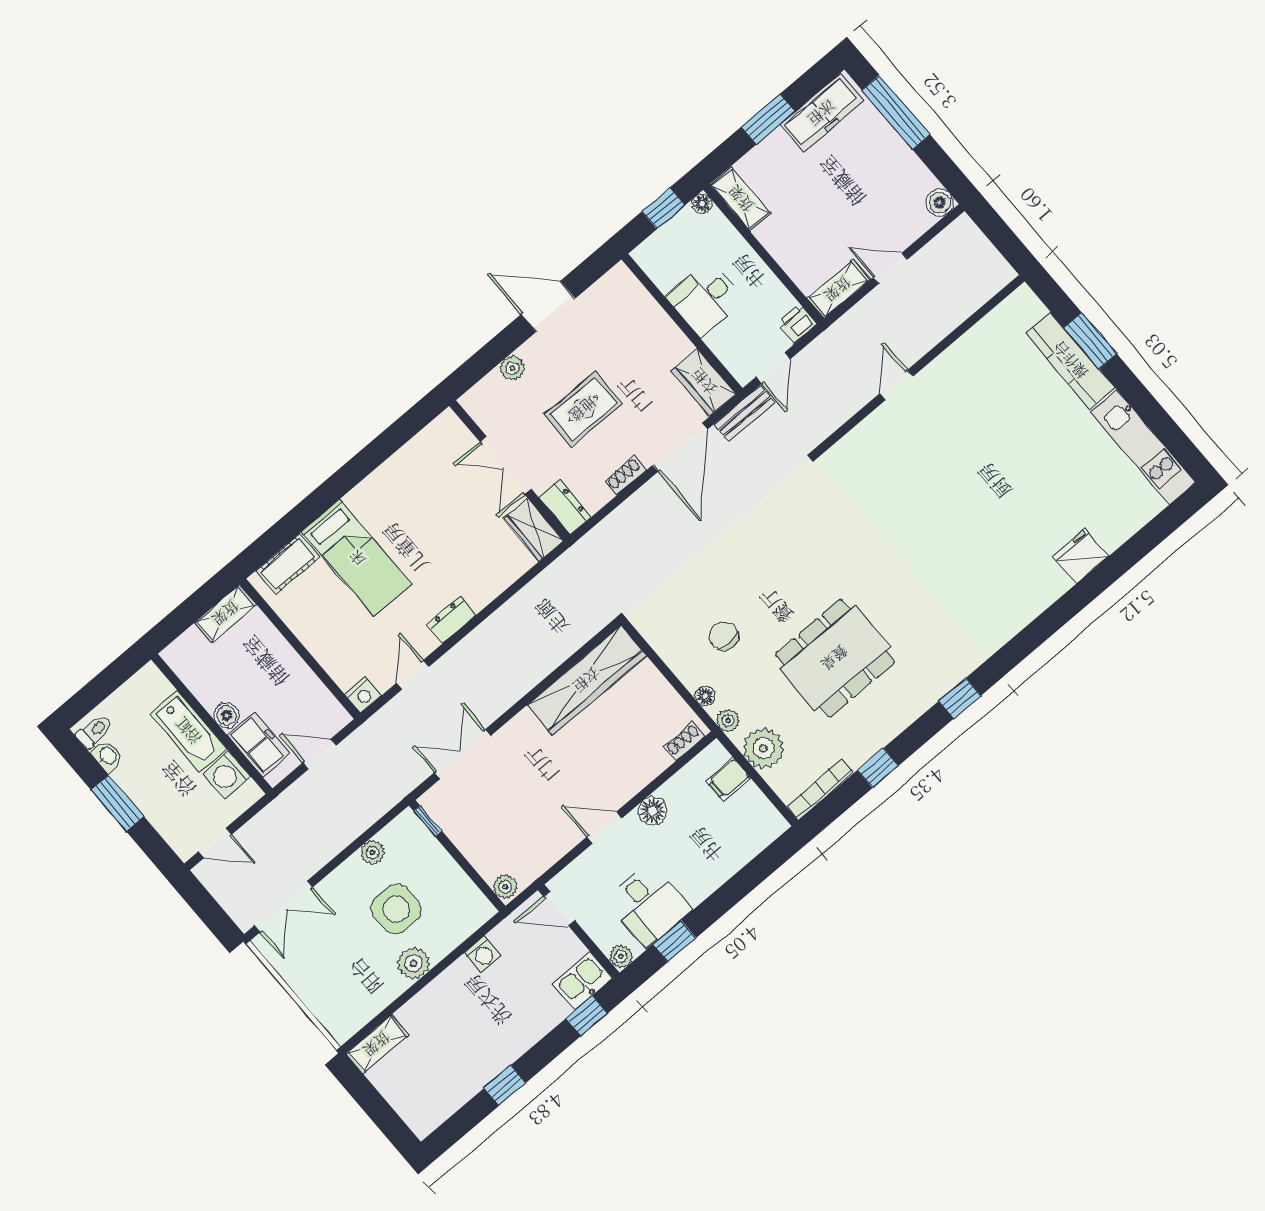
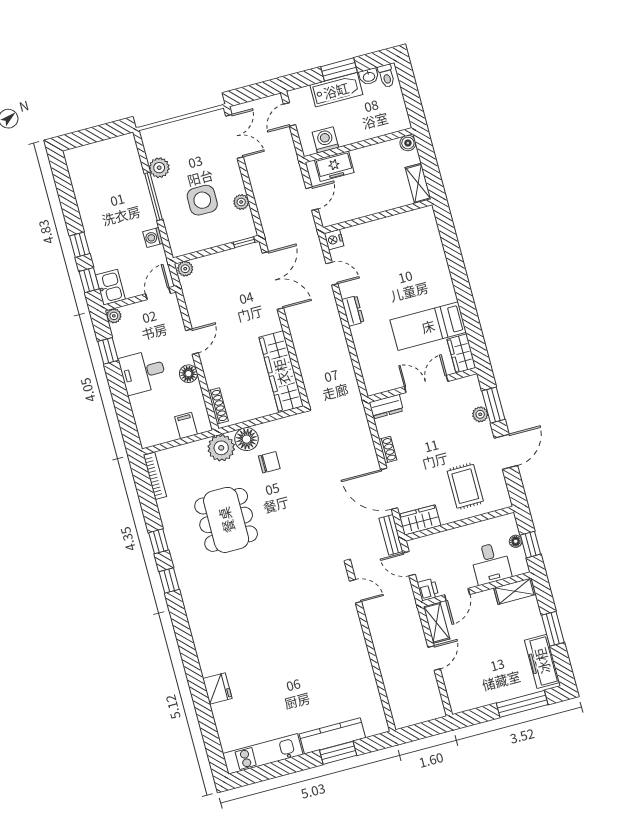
floor lamp: (702, 203) -> (516, 541), moved
boiler: (940, 203) -> (458, 704), removed
door: (784, 279) -> (457, 595), added
desk: (705, 298) -> (491, 563), moved, turned 180
window: (490, 356) -> (493, 405), added
door: (896, 385) -> (356, 591), moved
rug: (583, 409) -> (465, 486), moved
wardrobe: (533, 530) -> (461, 353), moved, turned -90
bed: (357, 558) -> (428, 326), moved
cot: (288, 564) -> (429, 232), removed
floor lamp: (705, 696) -> (247, 439), width x1.89, depth x1.89
boiler: (227, 715) -> (408, 143), moved
plant: (728, 720) -> (221, 448), width x1.88, depth x1.88
bathtub: (188, 731) -> (336, 90), moved, turned 180
shoe rack: (684, 742) -> (218, 406), width x1.43
plant: (764, 748) -> (194, 454), removed
double door: (463, 754) -> (273, 280), width x1.37
window: (878, 768) -> (159, 541), moved
desk: (649, 905) -> (143, 372), moved
double door: (284, 906) -> (234, 136), swing flipped
plant: (414, 963) -> (159, 168), moved
window: (424, 981) -> (153, 196), added
shelving: (377, 1044) -> (130, 152), removed
window: (505, 1085) -> (80, 245), moved

